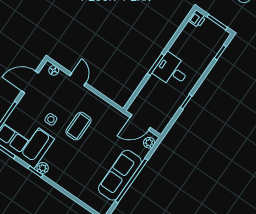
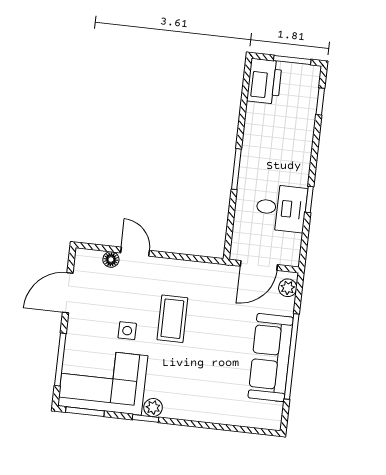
printer: (197, 19) -> (264, 81), width x1.87, depth x1.48
floor lamp: (54, 70) -> (111, 259), moved
desk: (172, 70) -> (281, 208), moved, turned 180

